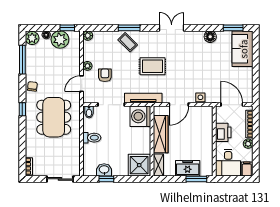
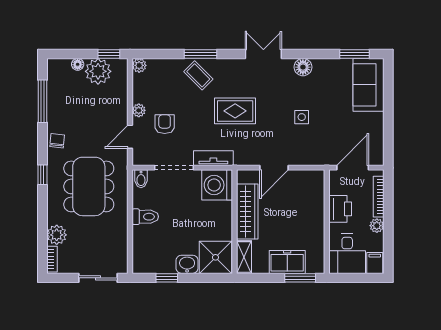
floor lamp: (210, 37) -> (303, 67), moved
plant: (32, 38) -> (57, 235), moved
side table: (200, 97) -> (302, 117), moved
tv unit: (143, 98) -> (213, 158), width x0.71
door: (232, 105) -> (353, 168), hinge flipped
washbasin: (104, 170) -> (187, 264), moved

